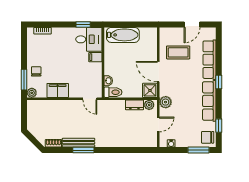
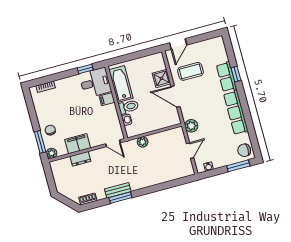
door: (192, 24) -> (178, 44), moved
bathtub: (123, 35) -> (121, 84), moved, turned -90
row of seats: (210, 60) -> (226, 77), width x0.68
window: (219, 82) -> (236, 74), moved
shower: (150, 90) -> (161, 78), moved
toilet: (113, 92) -> (128, 107), moved
dresser: (134, 105) -> (80, 159), moved
plant: (149, 105) -> (143, 142), moved
window: (219, 126) -> (252, 135), removed
bench: (78, 143) -> (118, 190), width x0.73

